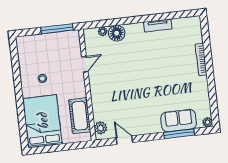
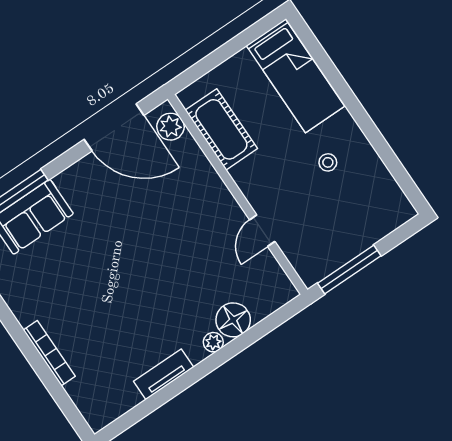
plant: (103, 31) -> (213, 342), moved
bed: (43, 121) -> (295, 76), width x0.67
door: (124, 140) -> (114, 127), width x1.87

